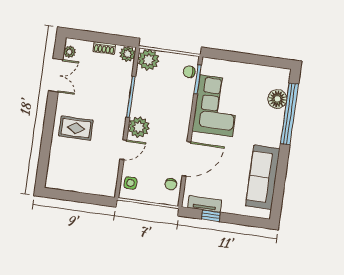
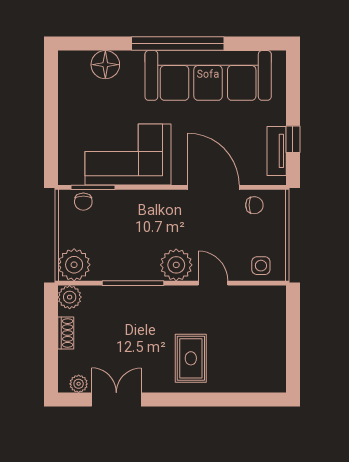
window: (289, 114) -> (178, 44), moved
sofa: (263, 177) -> (208, 75), width x1.36, depth x1.27

